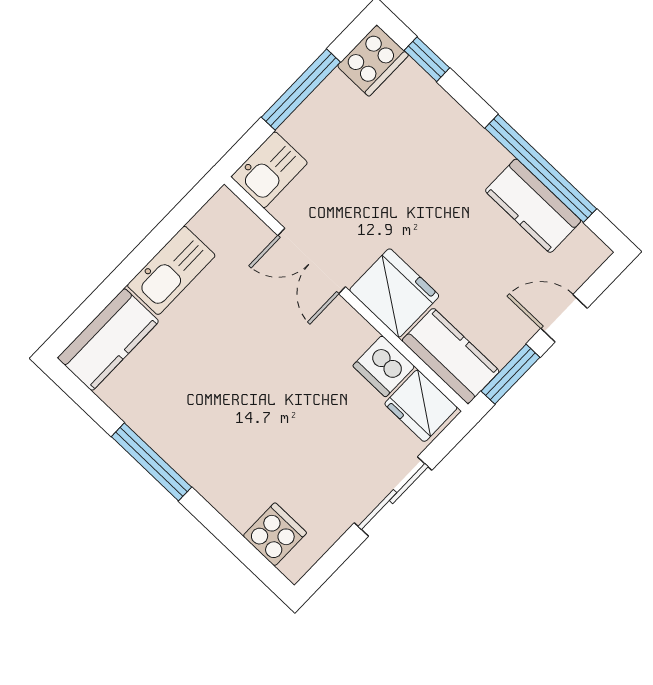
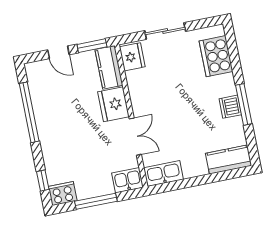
kitchen counter: (533, 206) -> (41, 101), removed
kitchen sink: (171, 270) -> (163, 174), moved
dishwasher: (384, 366) -> (230, 107), moved, turned 180
cooker: (275, 534) -> (216, 56), width x1.87, depth x1.31

